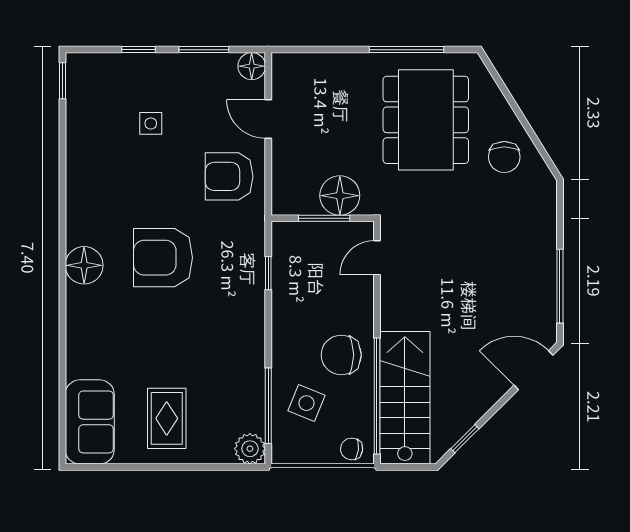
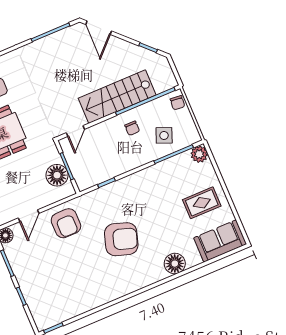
side table: (151, 123) -> (56, 274), removed
floor lamp: (340, 196) -> (57, 175), moved
armchair: (163, 258) -> (121, 239), turned -72
door: (377, 258) -> (75, 131), hinge flipped
floor lamp: (84, 265) -> (175, 264), moved
chair: (341, 355) -> (132, 128), width x0.54, depth x0.54
stairs: (405, 398) -> (117, 97), moved

